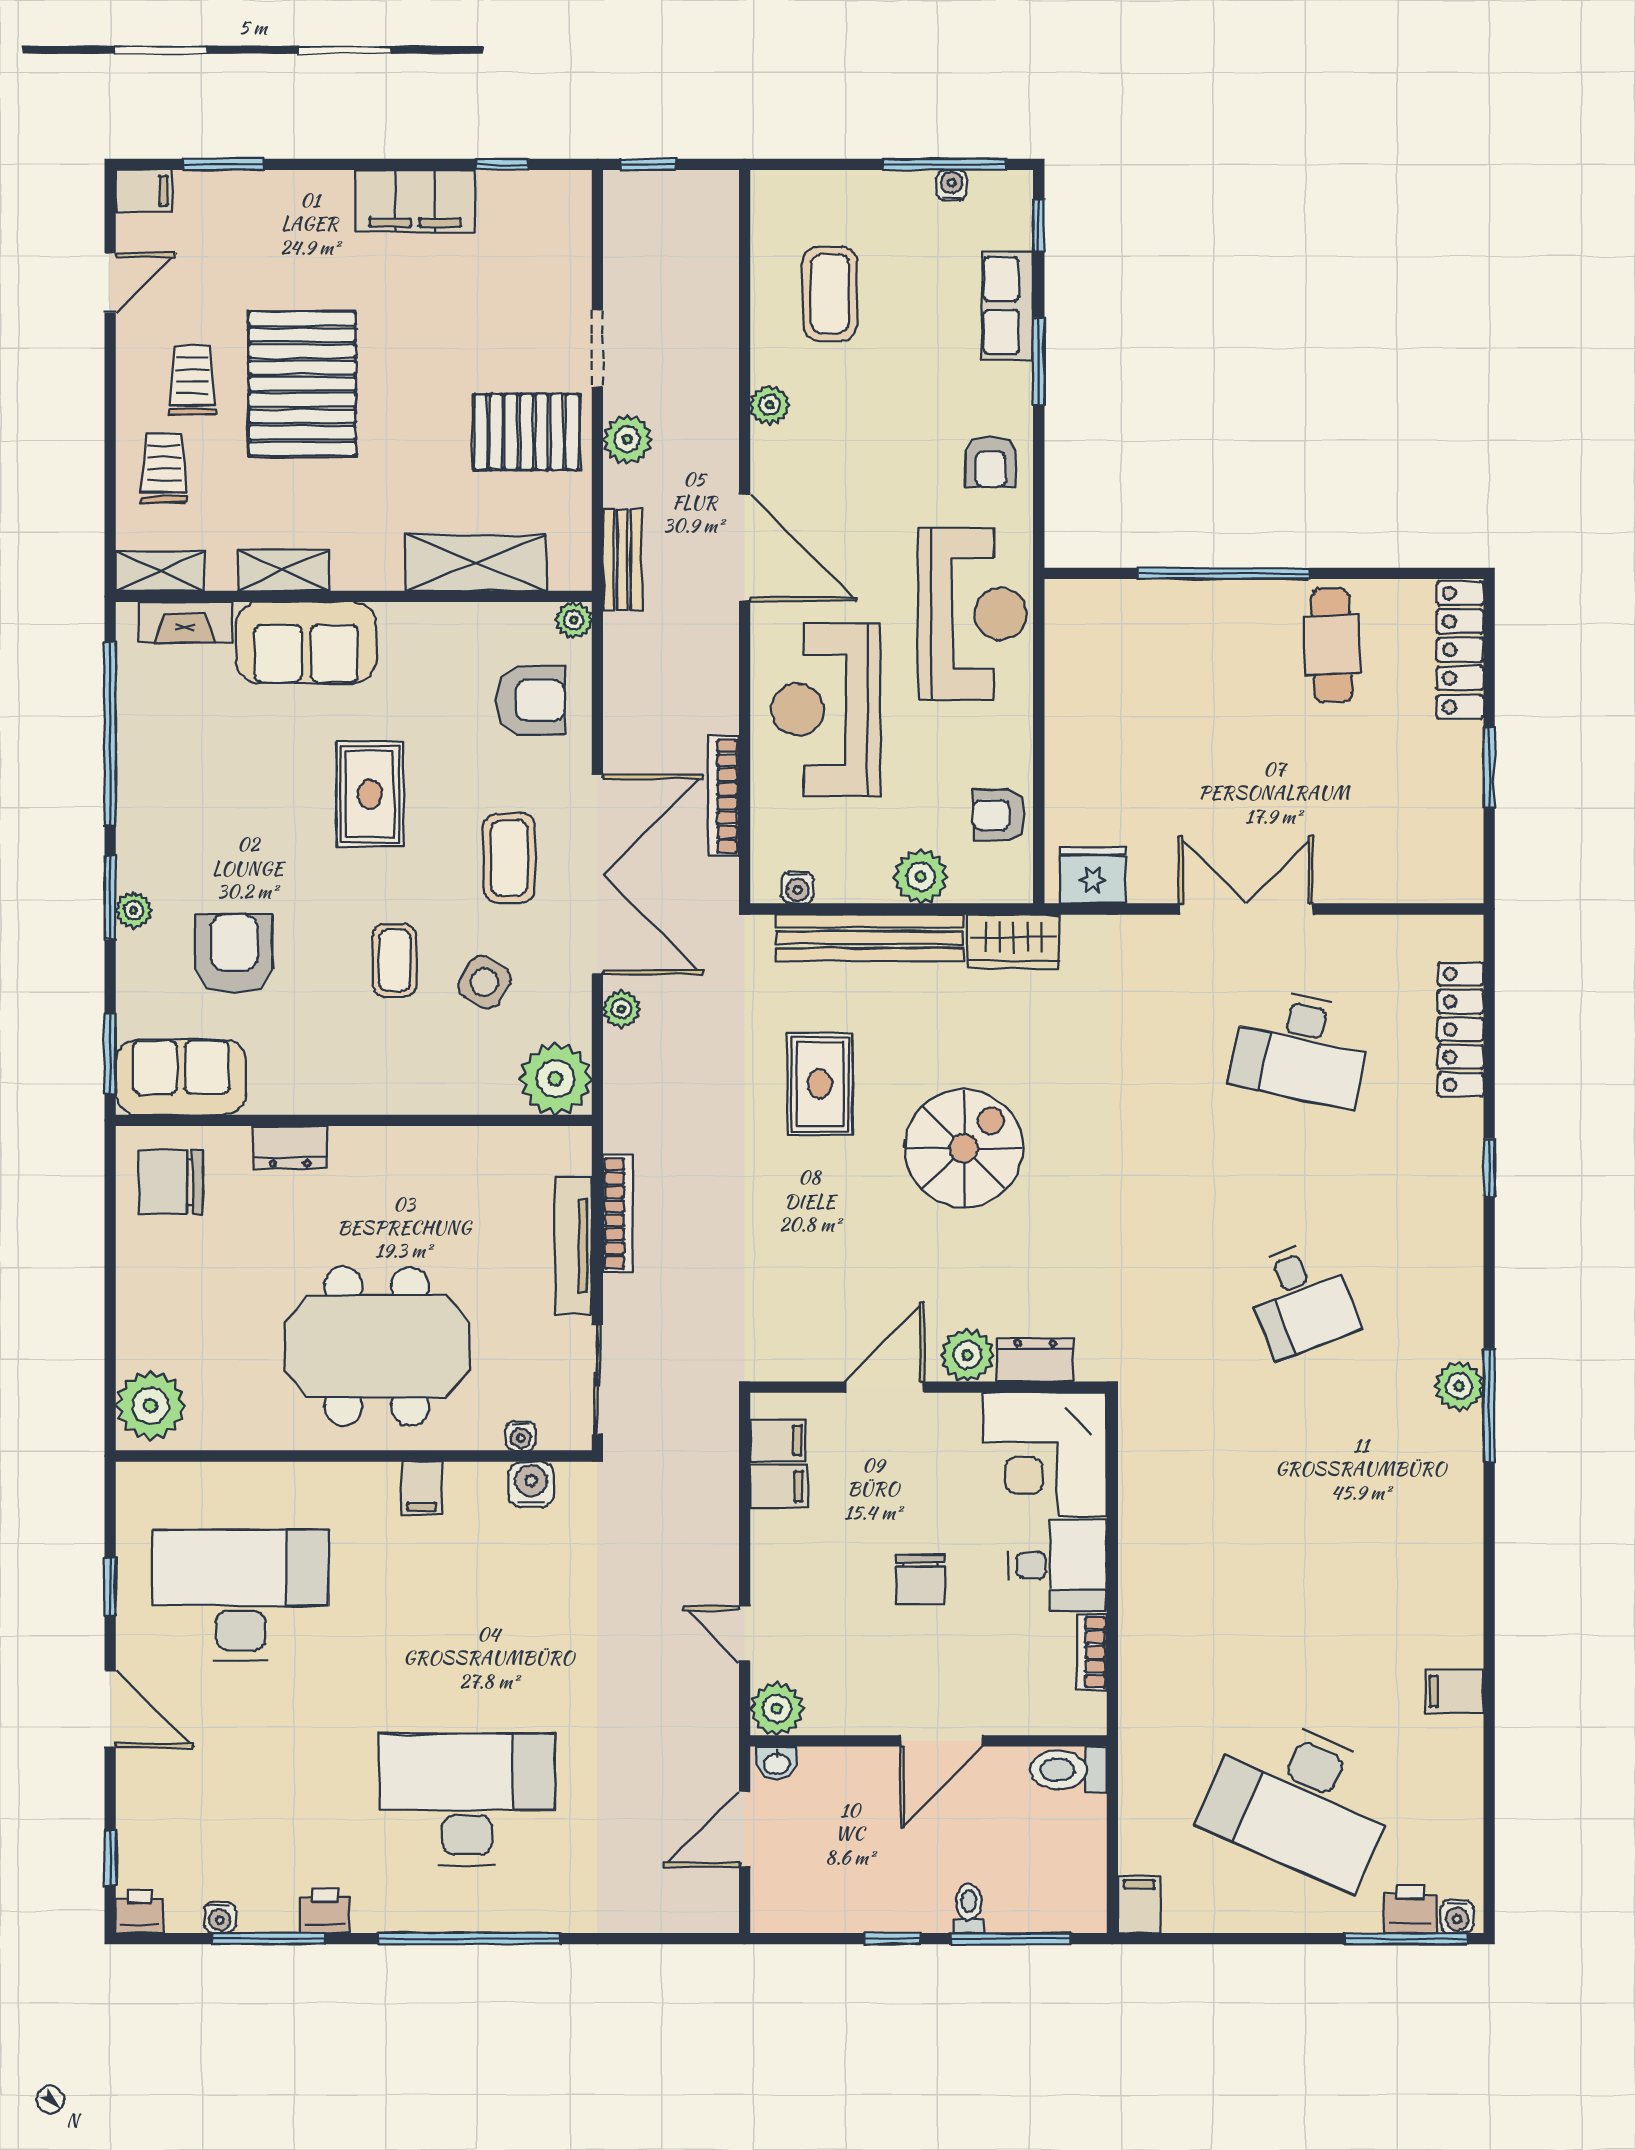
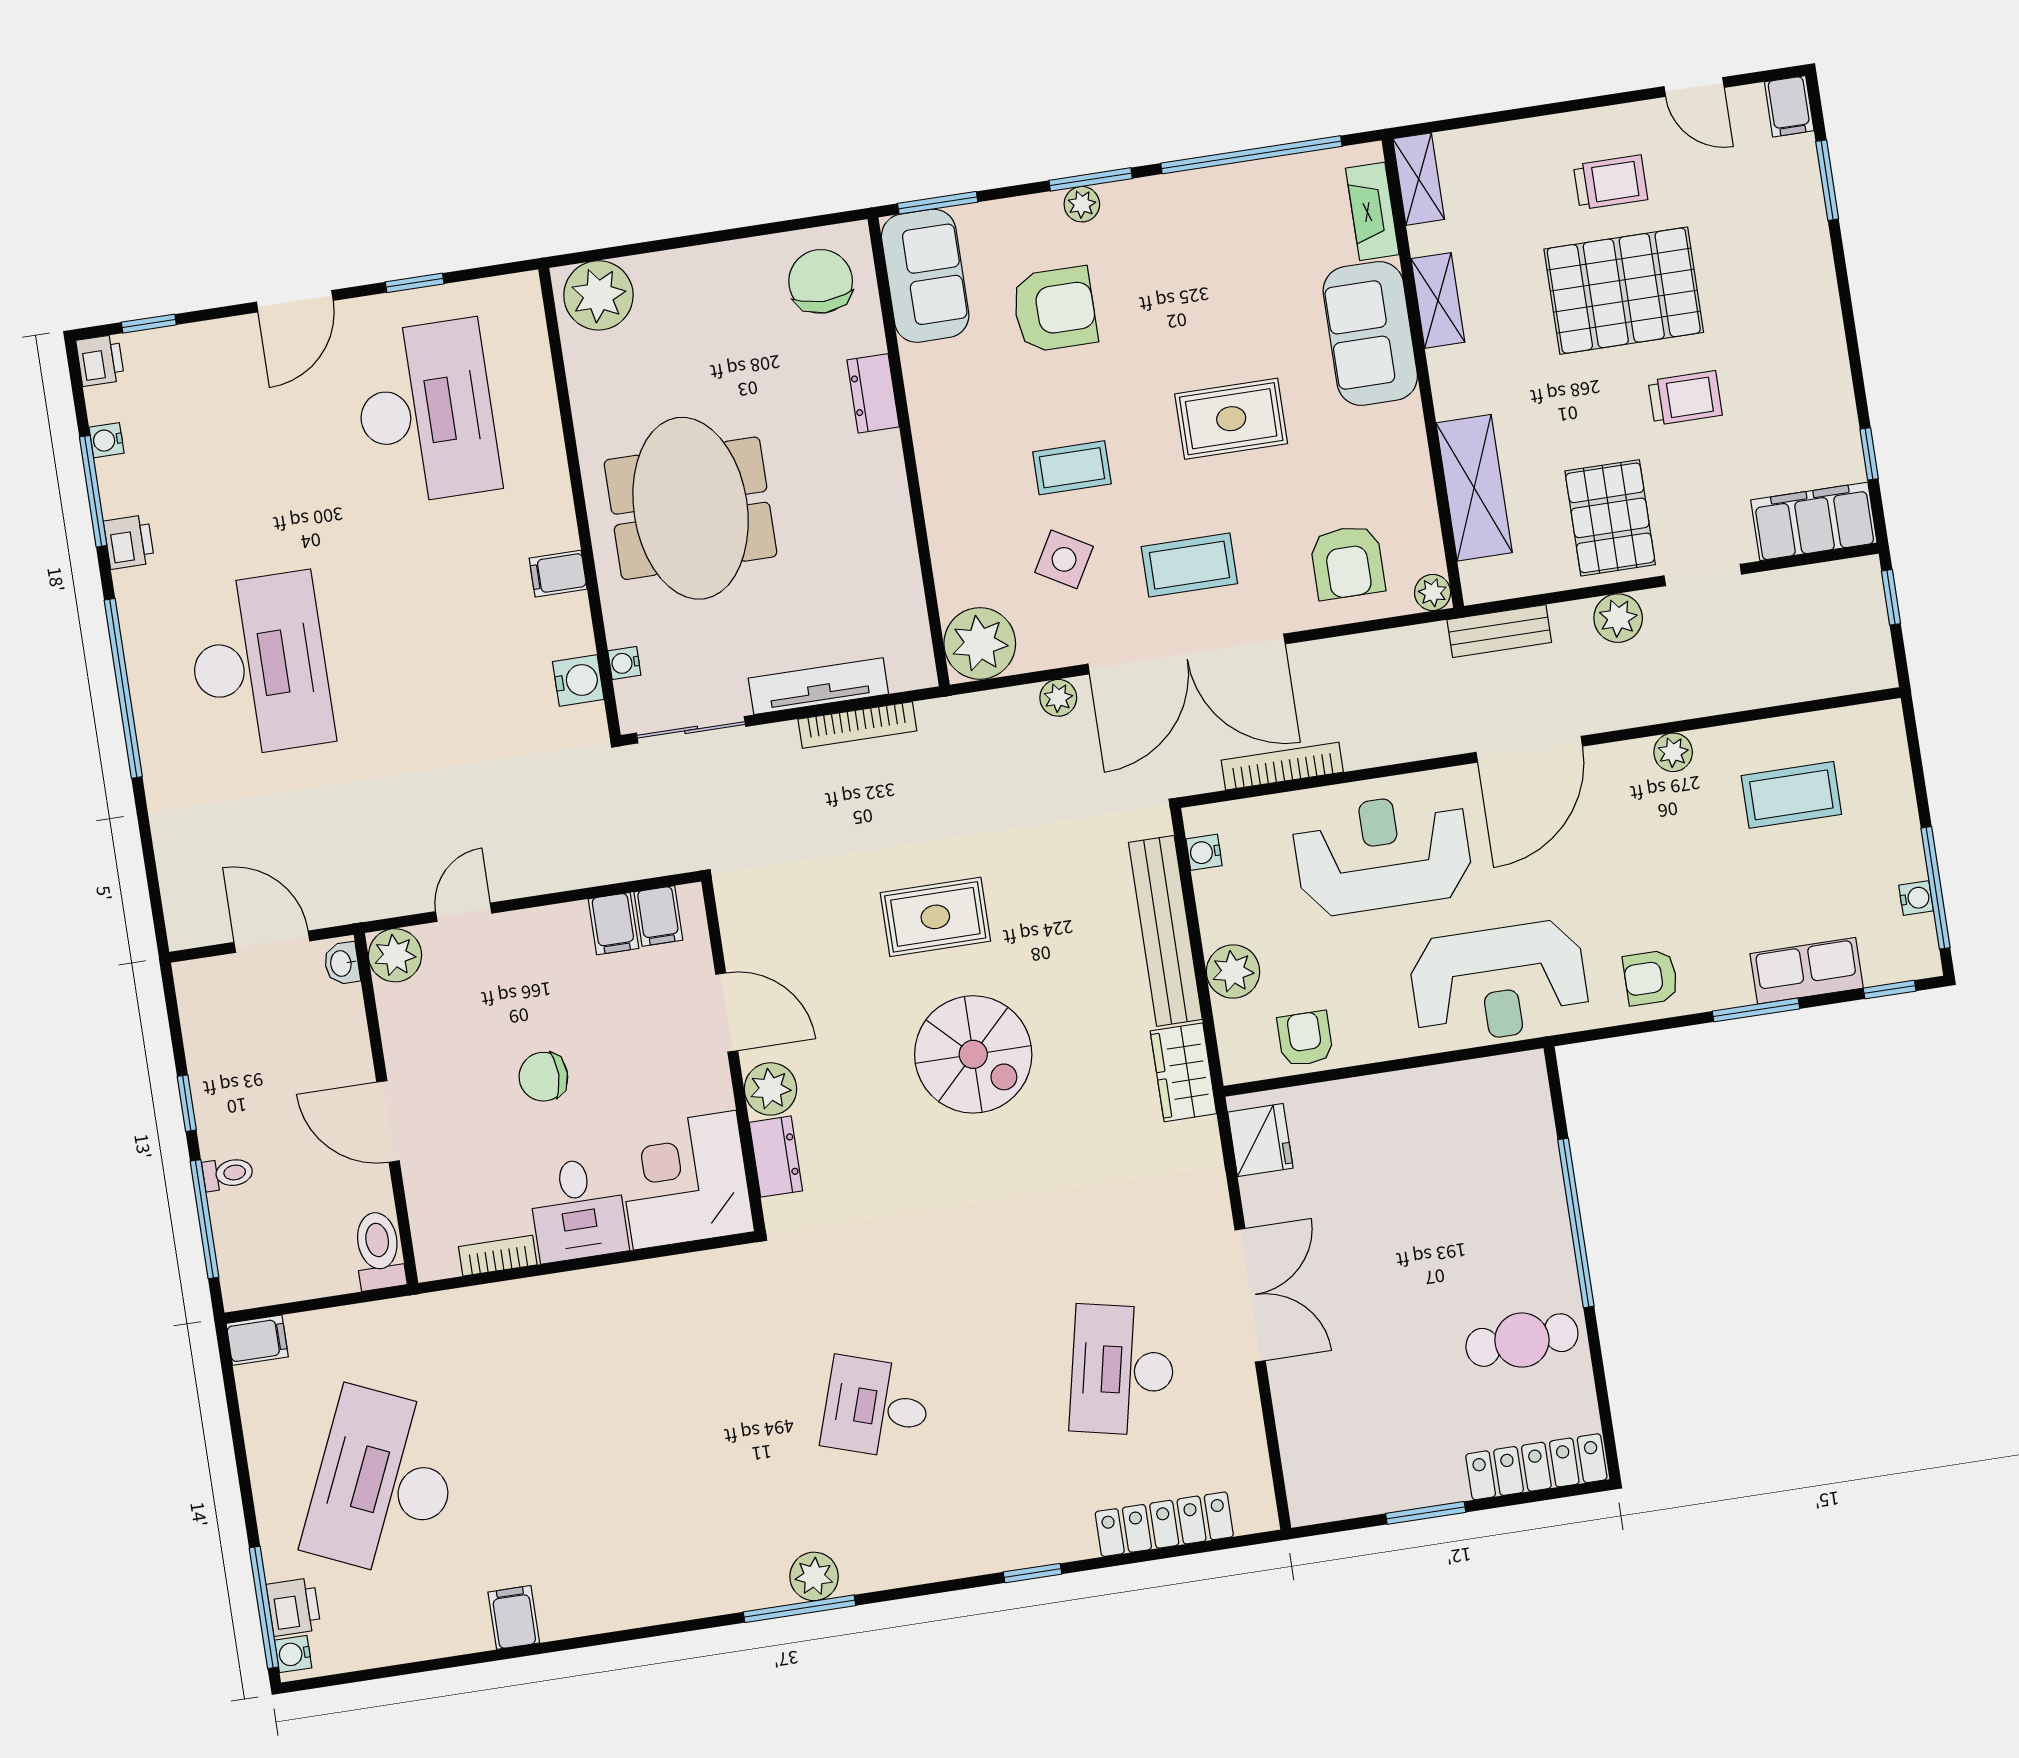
filing cabinet: (415, 201) -> (1814, 521), moved, turned 90
trolley: (164, 468) -> (1685, 398), moved
rug: (820, 1084) -> (935, 917), moved
desk: (1301, 1298) -> (876, 1408), turned 39

